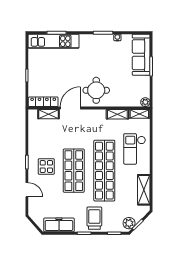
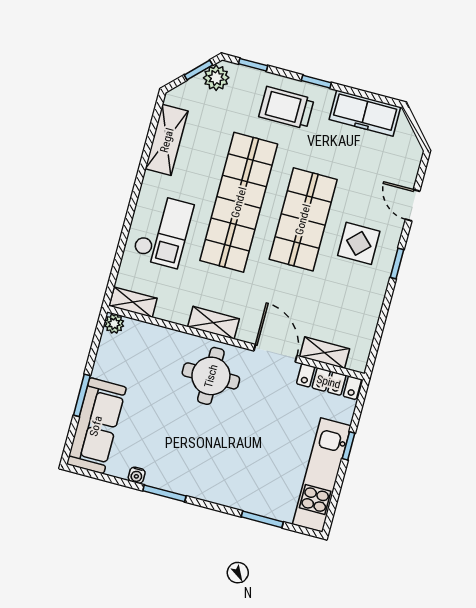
kitchen unit: (54, 41) -> (322, 475), moved, turned -90
door: (70, 108) -> (275, 353), swing flipped
shelving: (117, 114) -> (214, 323), moved
trolley: (94, 218) -> (286, 108), turned 90

